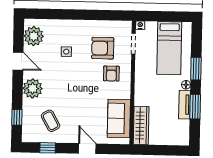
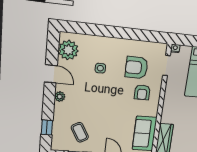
plant: (33, 88) -> (60, 97), width x0.53, depth x0.53

